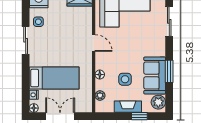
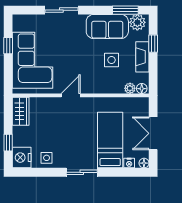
sliding door: (169, 21) -> (61, 10), moved
sliding door: (26, 40) -> (82, 172), moved
window: (169, 71) -> (125, 10), moved
floor lamp: (100, 75) -> (142, 89), moved

